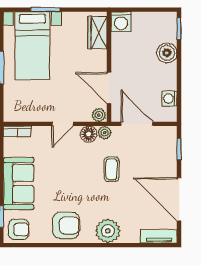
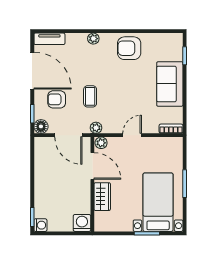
wardrobe: (97, 32) -> (102, 197), moved
boiler: (167, 53) -> (43, 196), removed
washing machine: (169, 99) -> (40, 225), moved
floor lamp: (89, 134) -> (41, 126), moved
armchair: (19, 229) -> (57, 99), moved
plant: (108, 231) -> (93, 39), width x0.53, depth x0.53

